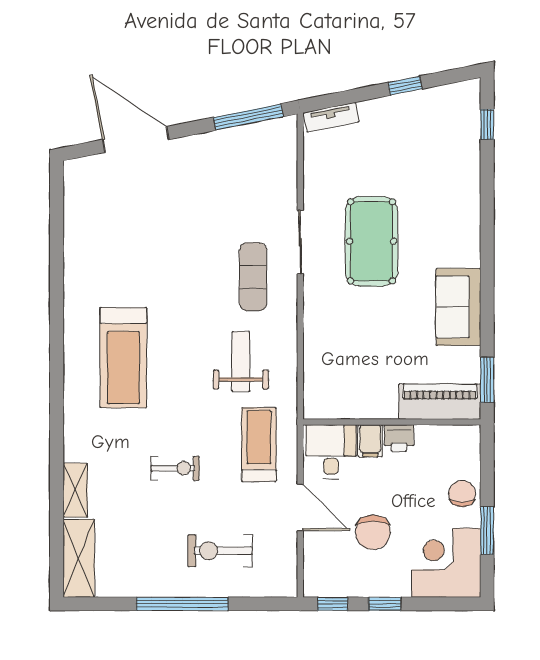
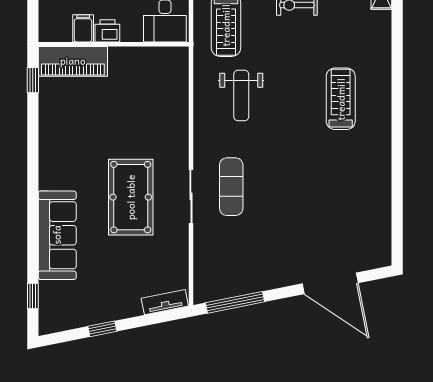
exercise mat: (253, 277) -> (231, 187), moved
sofa: (458, 307) -> (57, 235), moved, width x1.36
treadmill: (123, 358) -> (341, 99), width x0.73, depth x0.73
window: (487, 380) -> (33, 80), width x0.67
filing cabinet: (370, 441) -> (83, 28), moved

